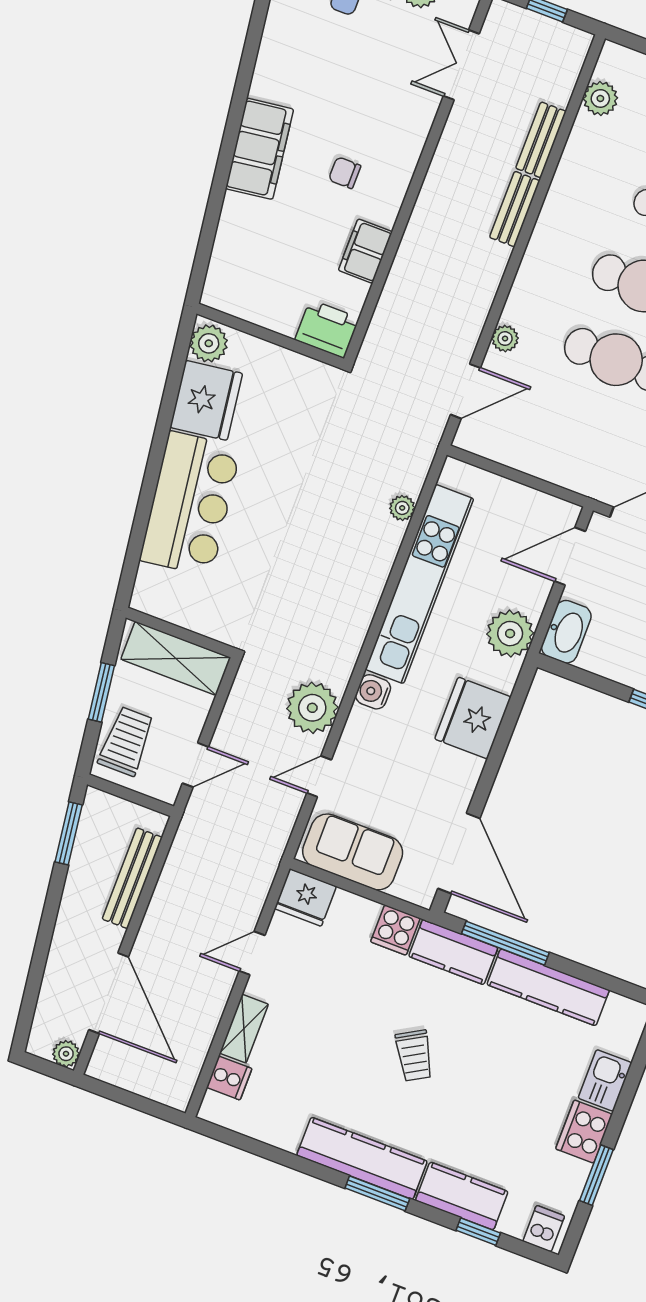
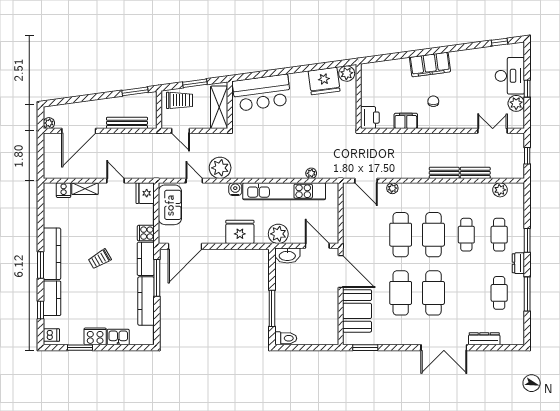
bar counter: (190, 504) -> (262, 93), moved

